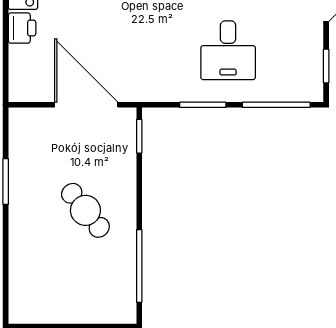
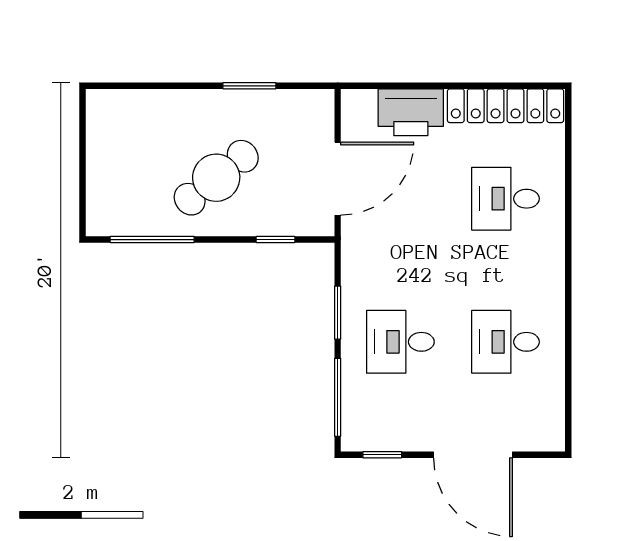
printer: (22, 28) -> (411, 112), width x1.87, depth x1.48
window: (139, 136) -> (276, 240), moved
cafe table: (85, 210) -> (216, 178), width x1.37, depth x1.35

